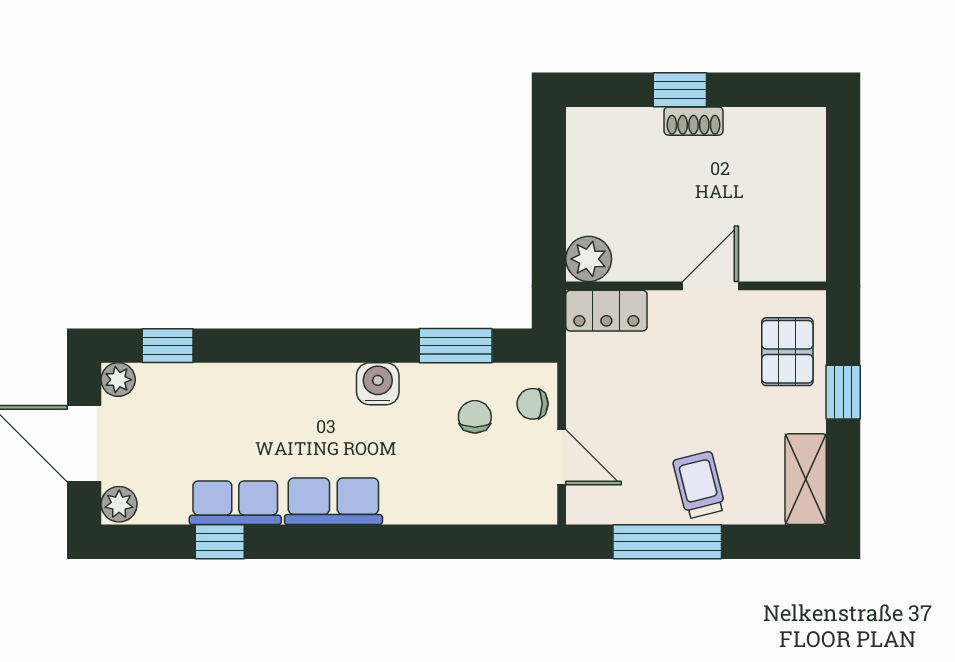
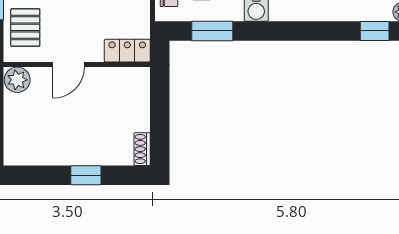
shoe rack: (693, 121) -> (142, 149), moved, turned -90
plant: (589, 259) -> (17, 80), moved

